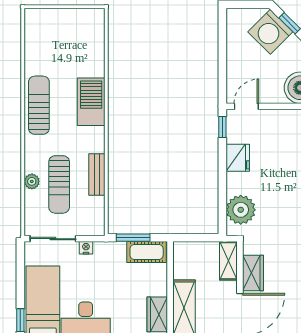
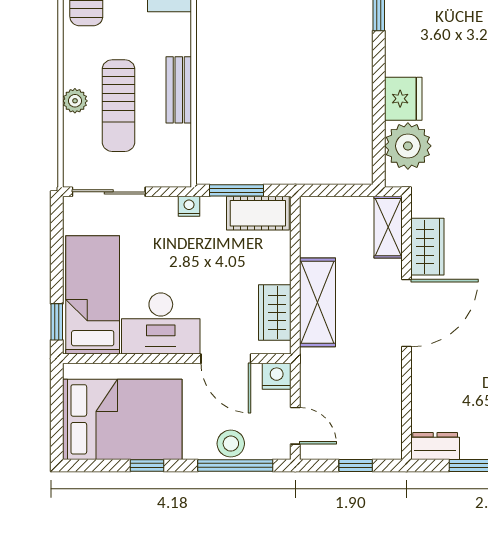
fridge: (238, 158) -> (403, 99), moved
nightstand: (86, 248) -> (189, 206), moved

